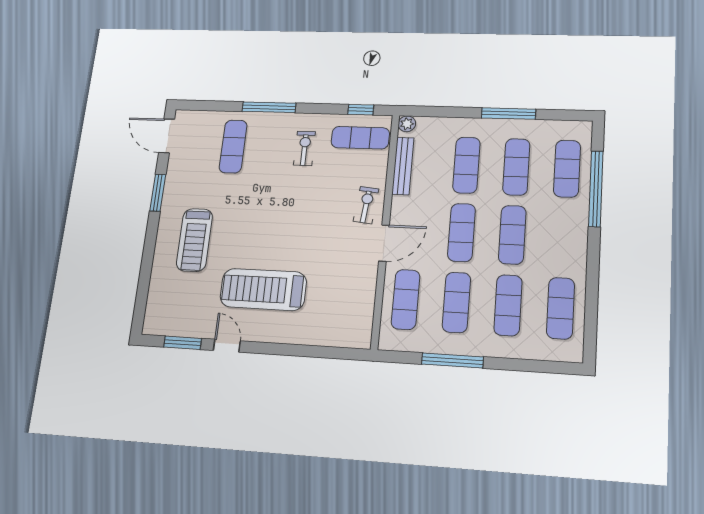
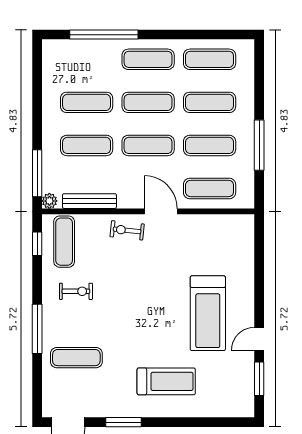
window: (508, 114) -> (37, 173), moved
exercise bike: (304, 148) -> (76, 291), turned 180
exercise mat: (567, 169) -> (148, 59), moved

